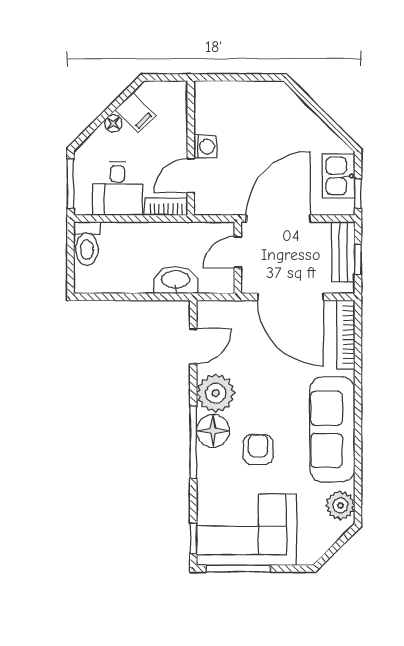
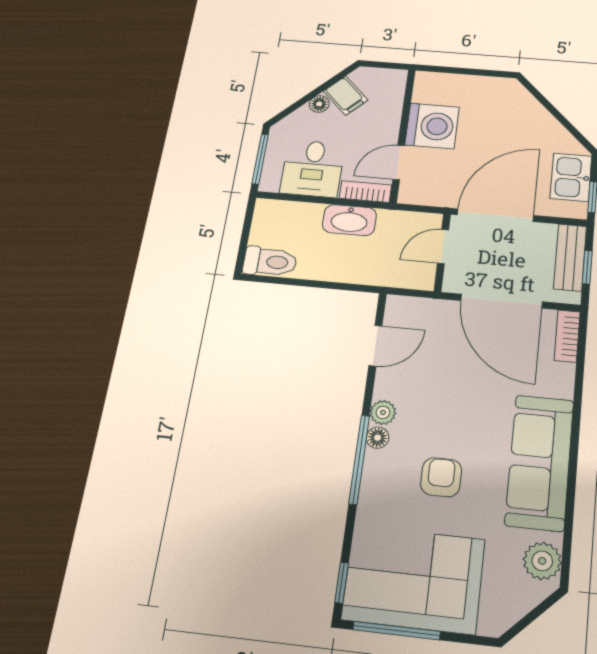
washing machine: (205, 147) -> (432, 126), width x1.89, depth x1.89
toilet: (87, 244) -> (270, 262), moved, turned -90
washbasin: (176, 280) -> (349, 220), moved, turned 180
bookcase: (346, 335) -> (567, 336), width x0.64
plant: (216, 393) -> (383, 412), width x0.53, depth x0.53
floor lamp: (213, 431) -> (378, 438), width x0.53, depth x0.53

